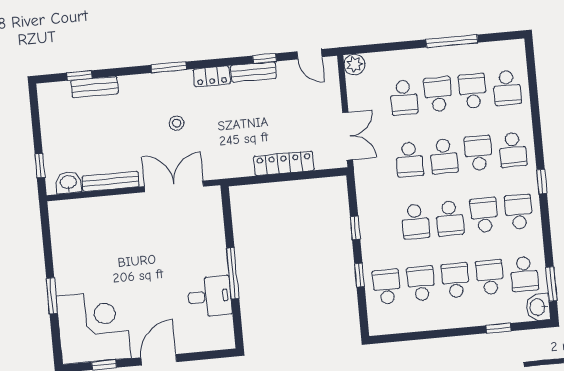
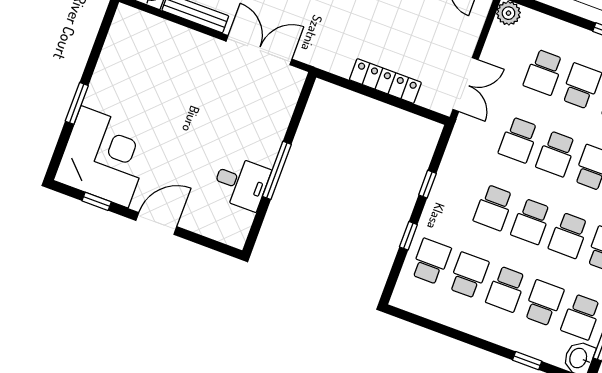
school desk: (484, 215) -> (569, 235), turned 180
school desk: (455, 280) -> (506, 289), turned 180

